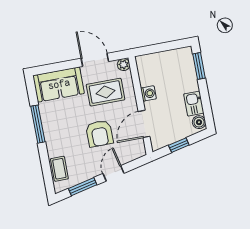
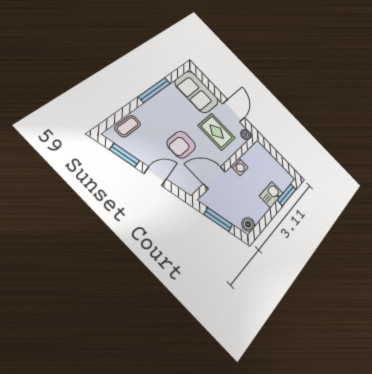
kitchen sink: (194, 104) -> (271, 195), moved
window: (179, 145) -> (218, 220), width x1.50

